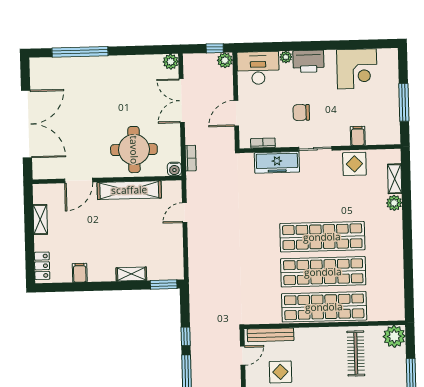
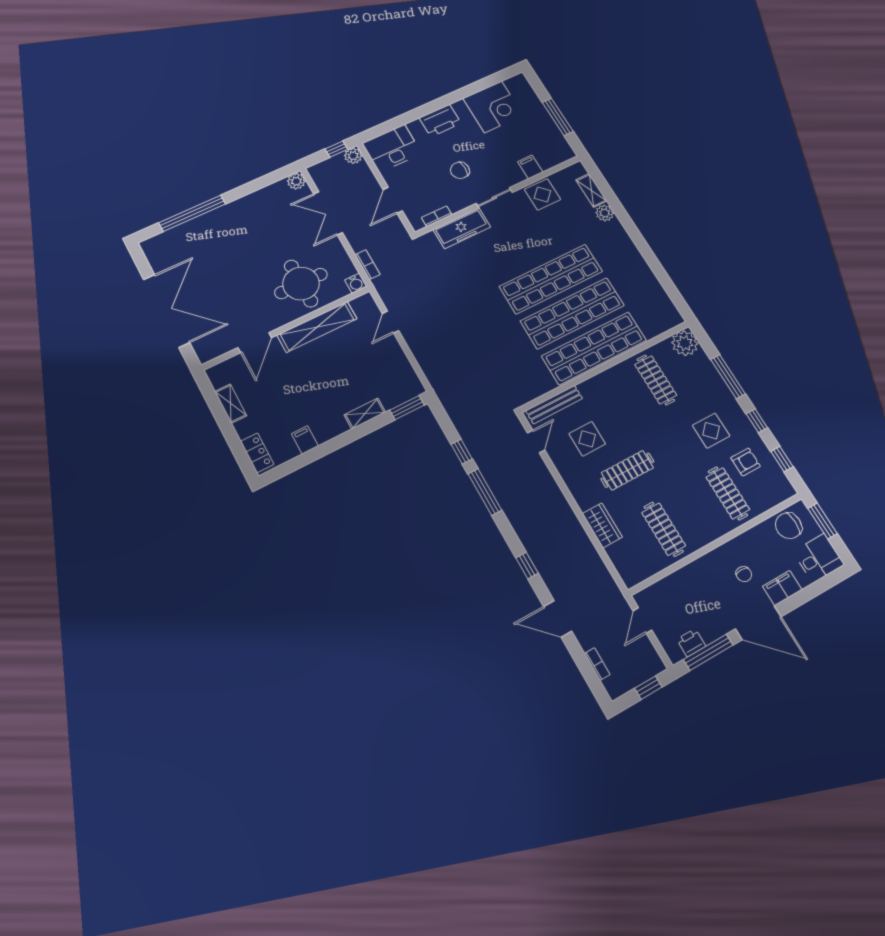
plant: (286, 57) -> (415, 126), removed

